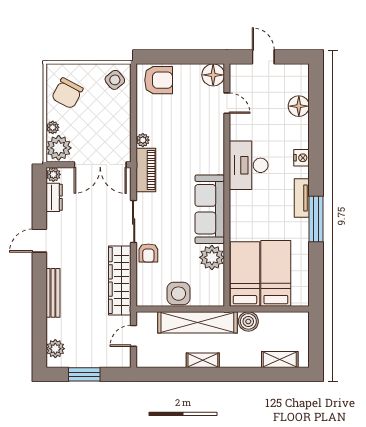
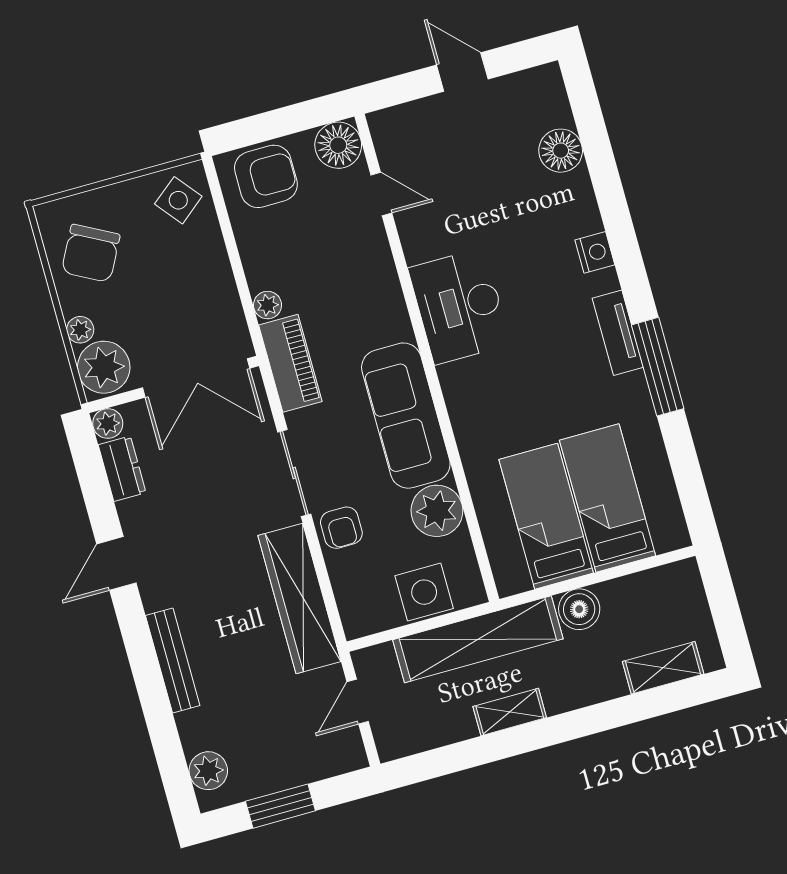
floor lamp: (213, 75) -> (338, 145), moved
door: (227, 103) -> (381, 194), moved
desk: (249, 165) -> (459, 306), moved
wall: (227, 185) -> (427, 358), moved
sofa: (210, 209) -> (406, 416), moved
plant: (212, 257) -> (437, 511), moved

